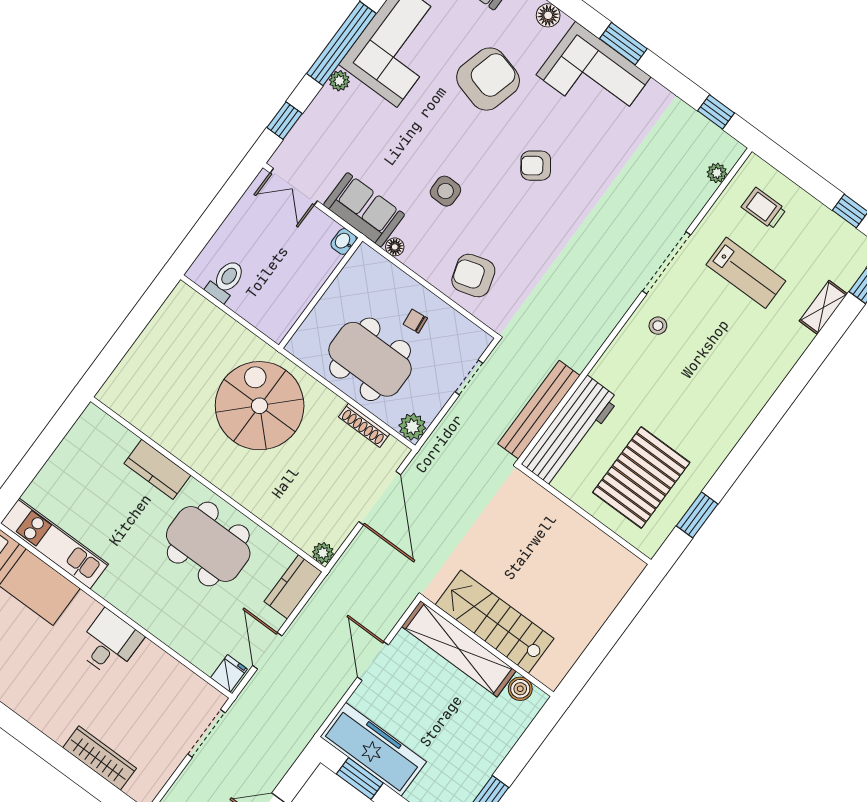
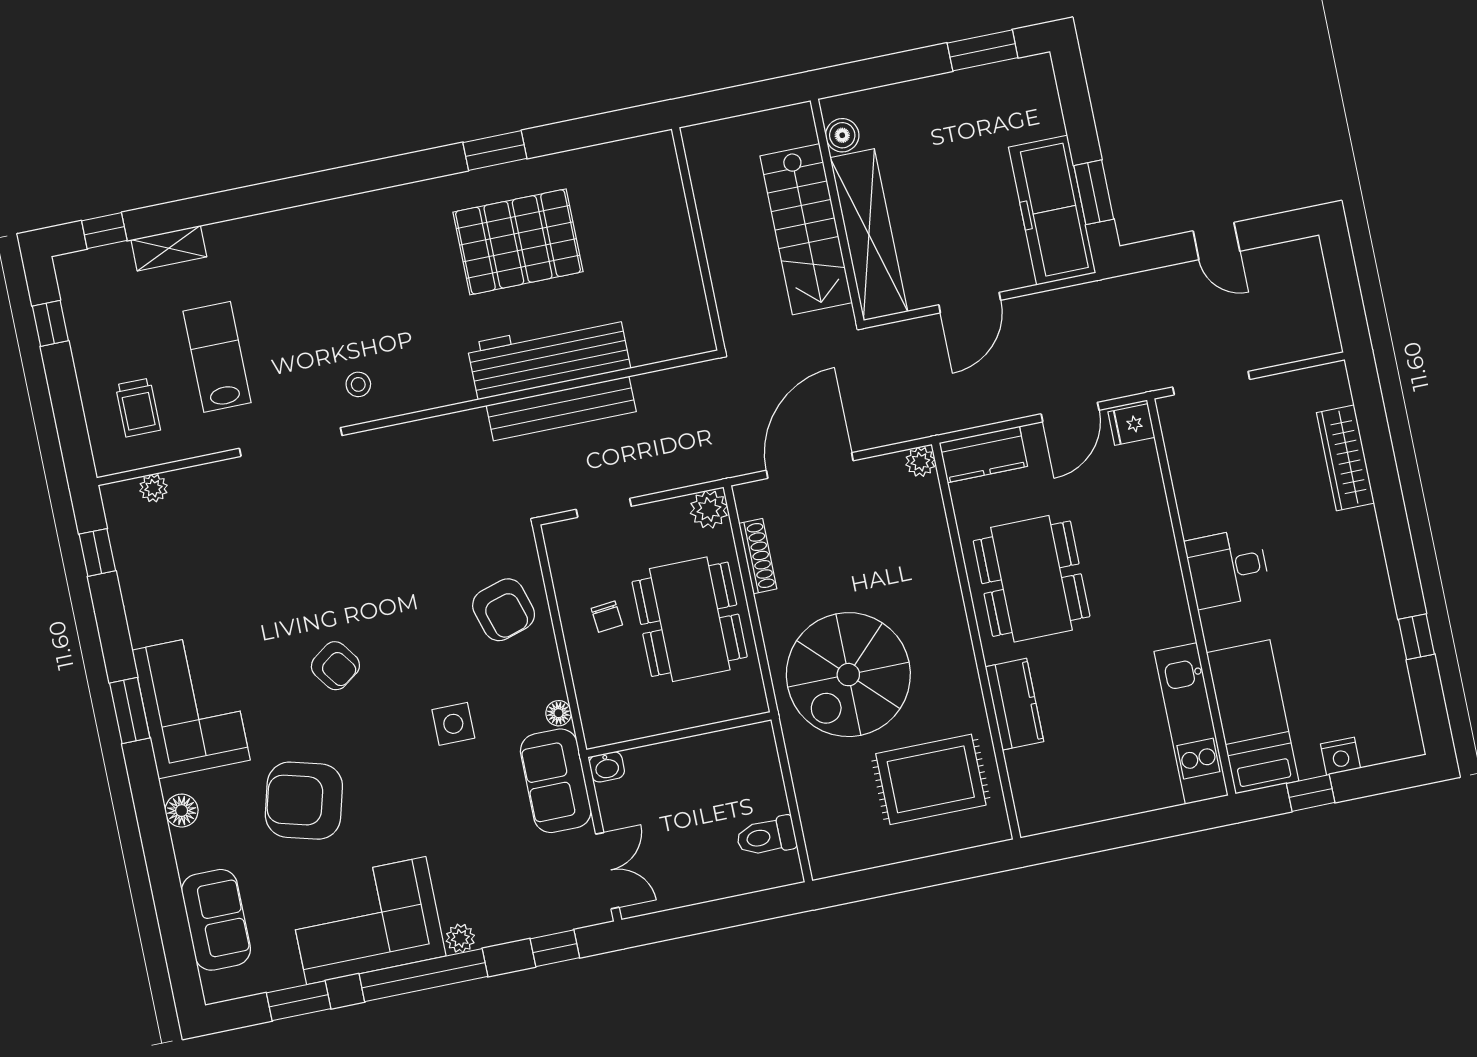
rug: (166, 390) -> (931, 779), added
wall: (585, 514) -> (698, 239), moved

